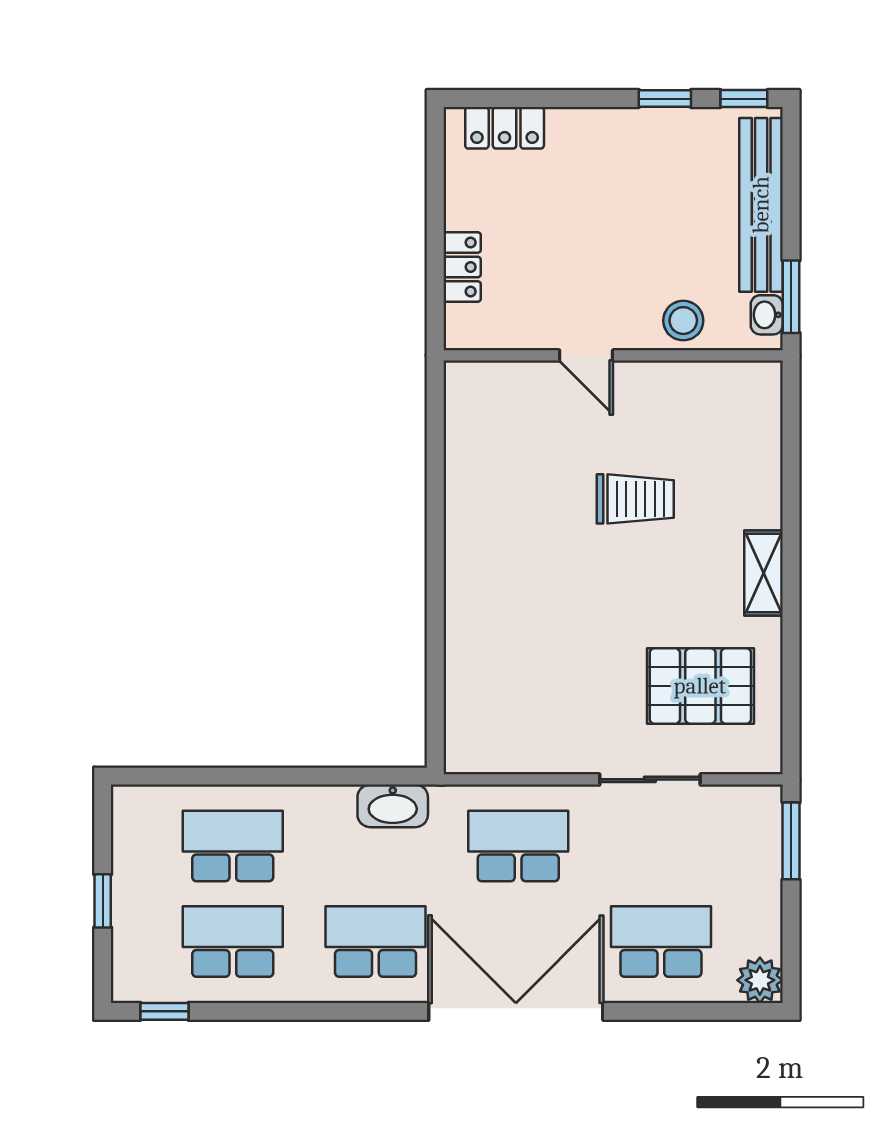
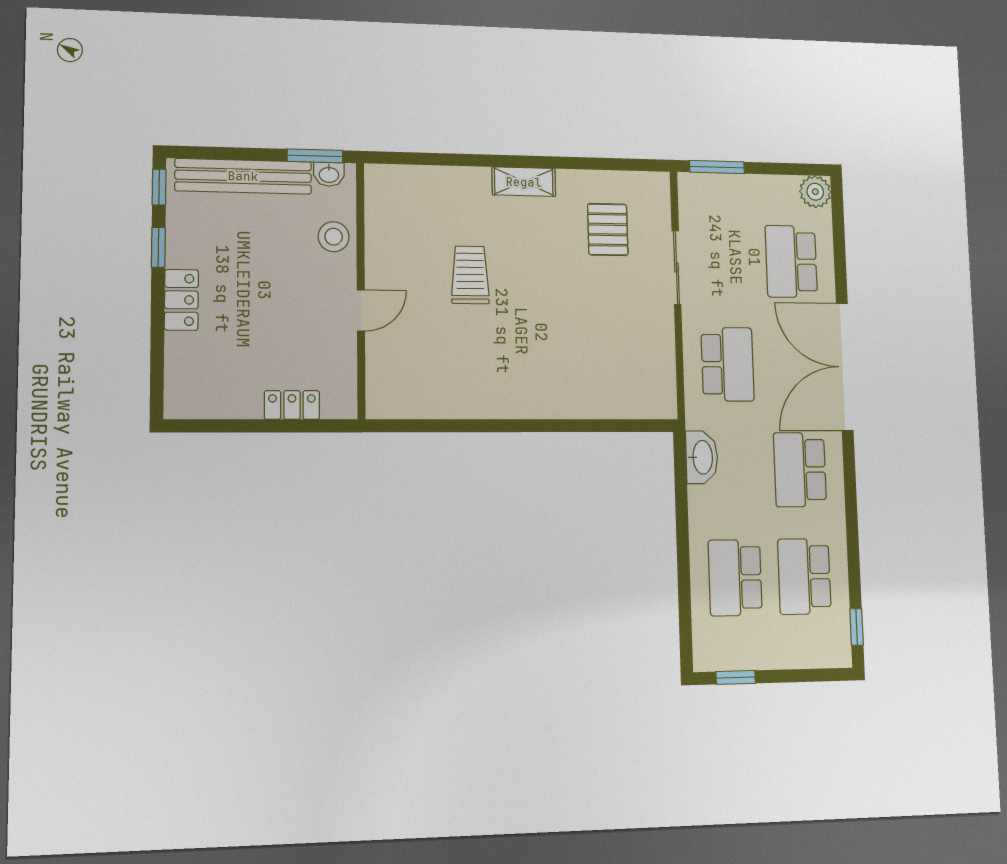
locker: (505, 128) -> (181, 300), moved
pallet: (700, 686) -> (608, 230), width x0.67, depth x0.71
school desk: (518, 846) -> (728, 364), turned 180
window: (103, 901) -> (736, 677), moved

